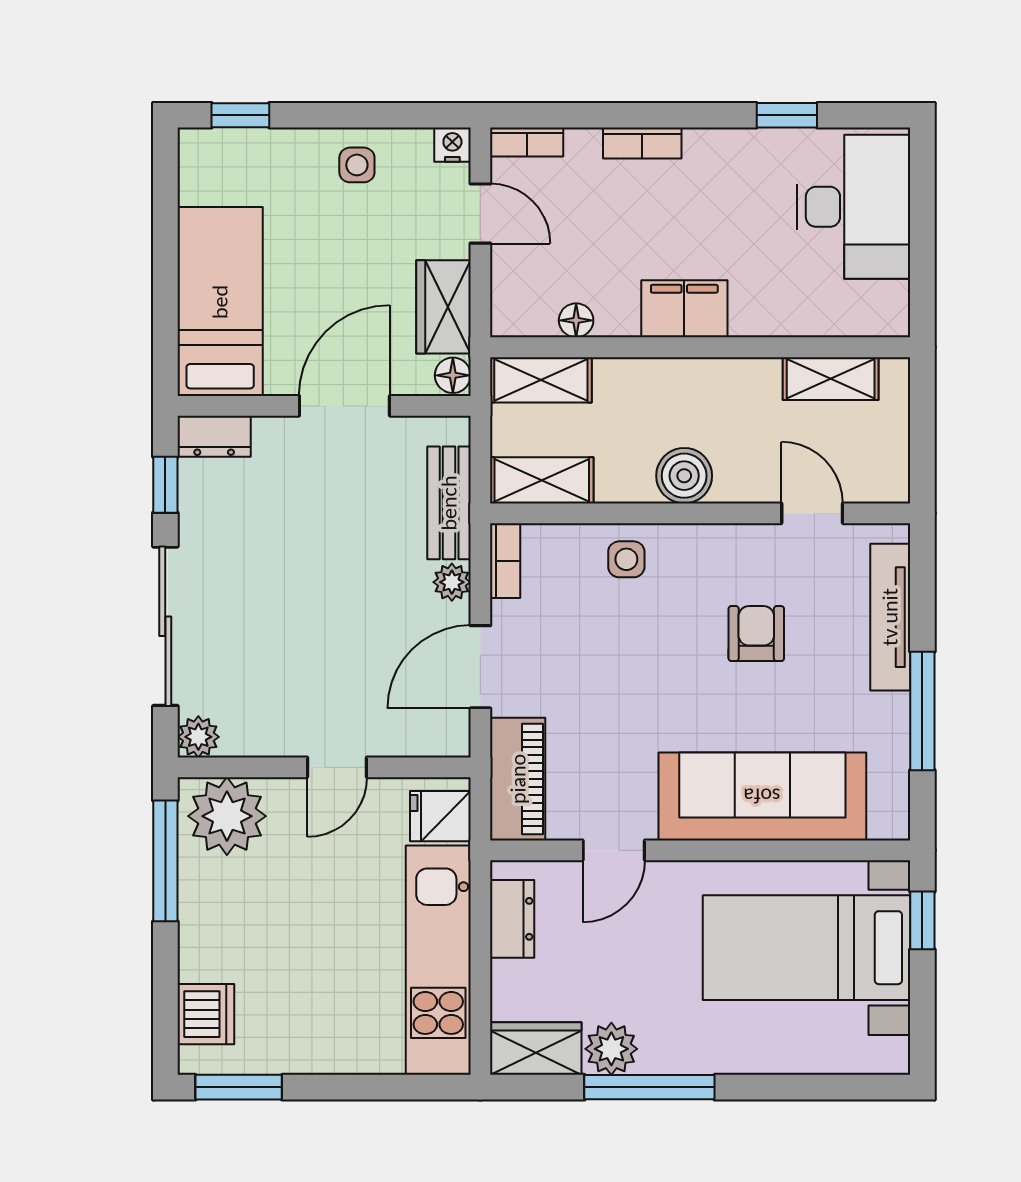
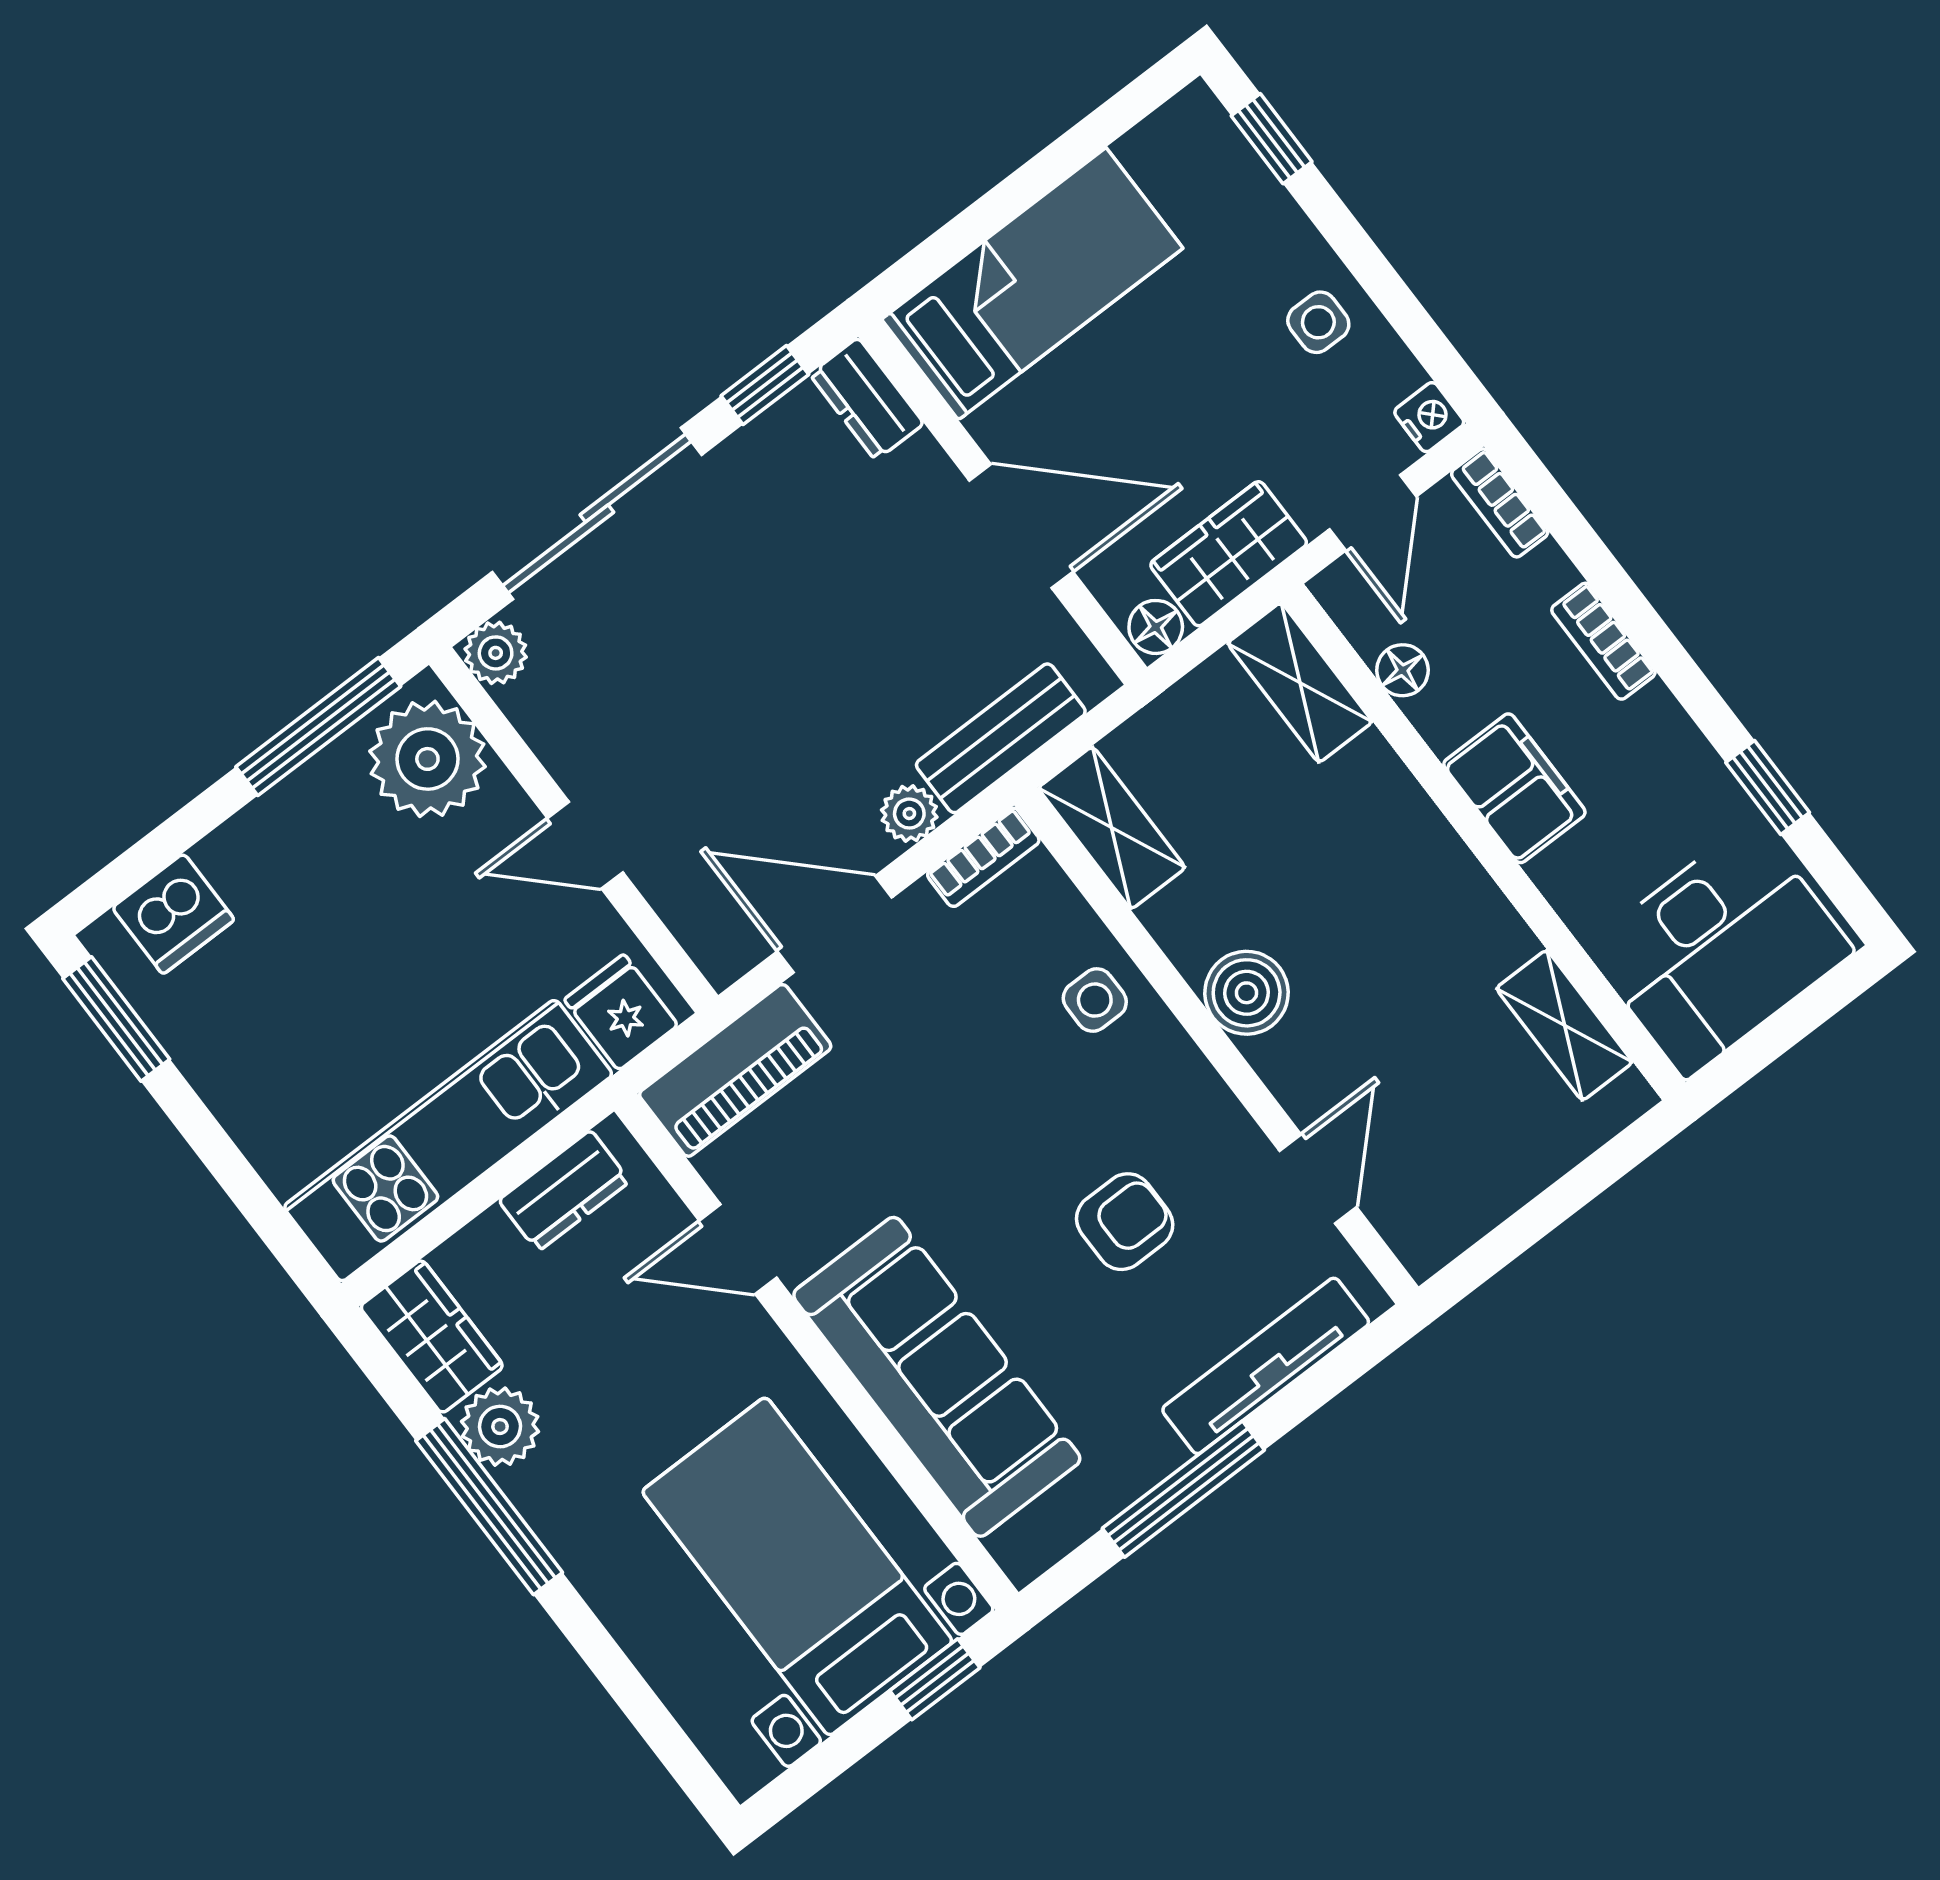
filing cabinet: (684, 309) -> (1514, 788), moved
floor lamp: (576, 320) -> (1402, 670), moved
wall: (700, 347) -> (1483, 842), moved
shelving: (831, 379) -> (1564, 1025), moved
shelving: (541, 380) -> (1300, 683), moved

